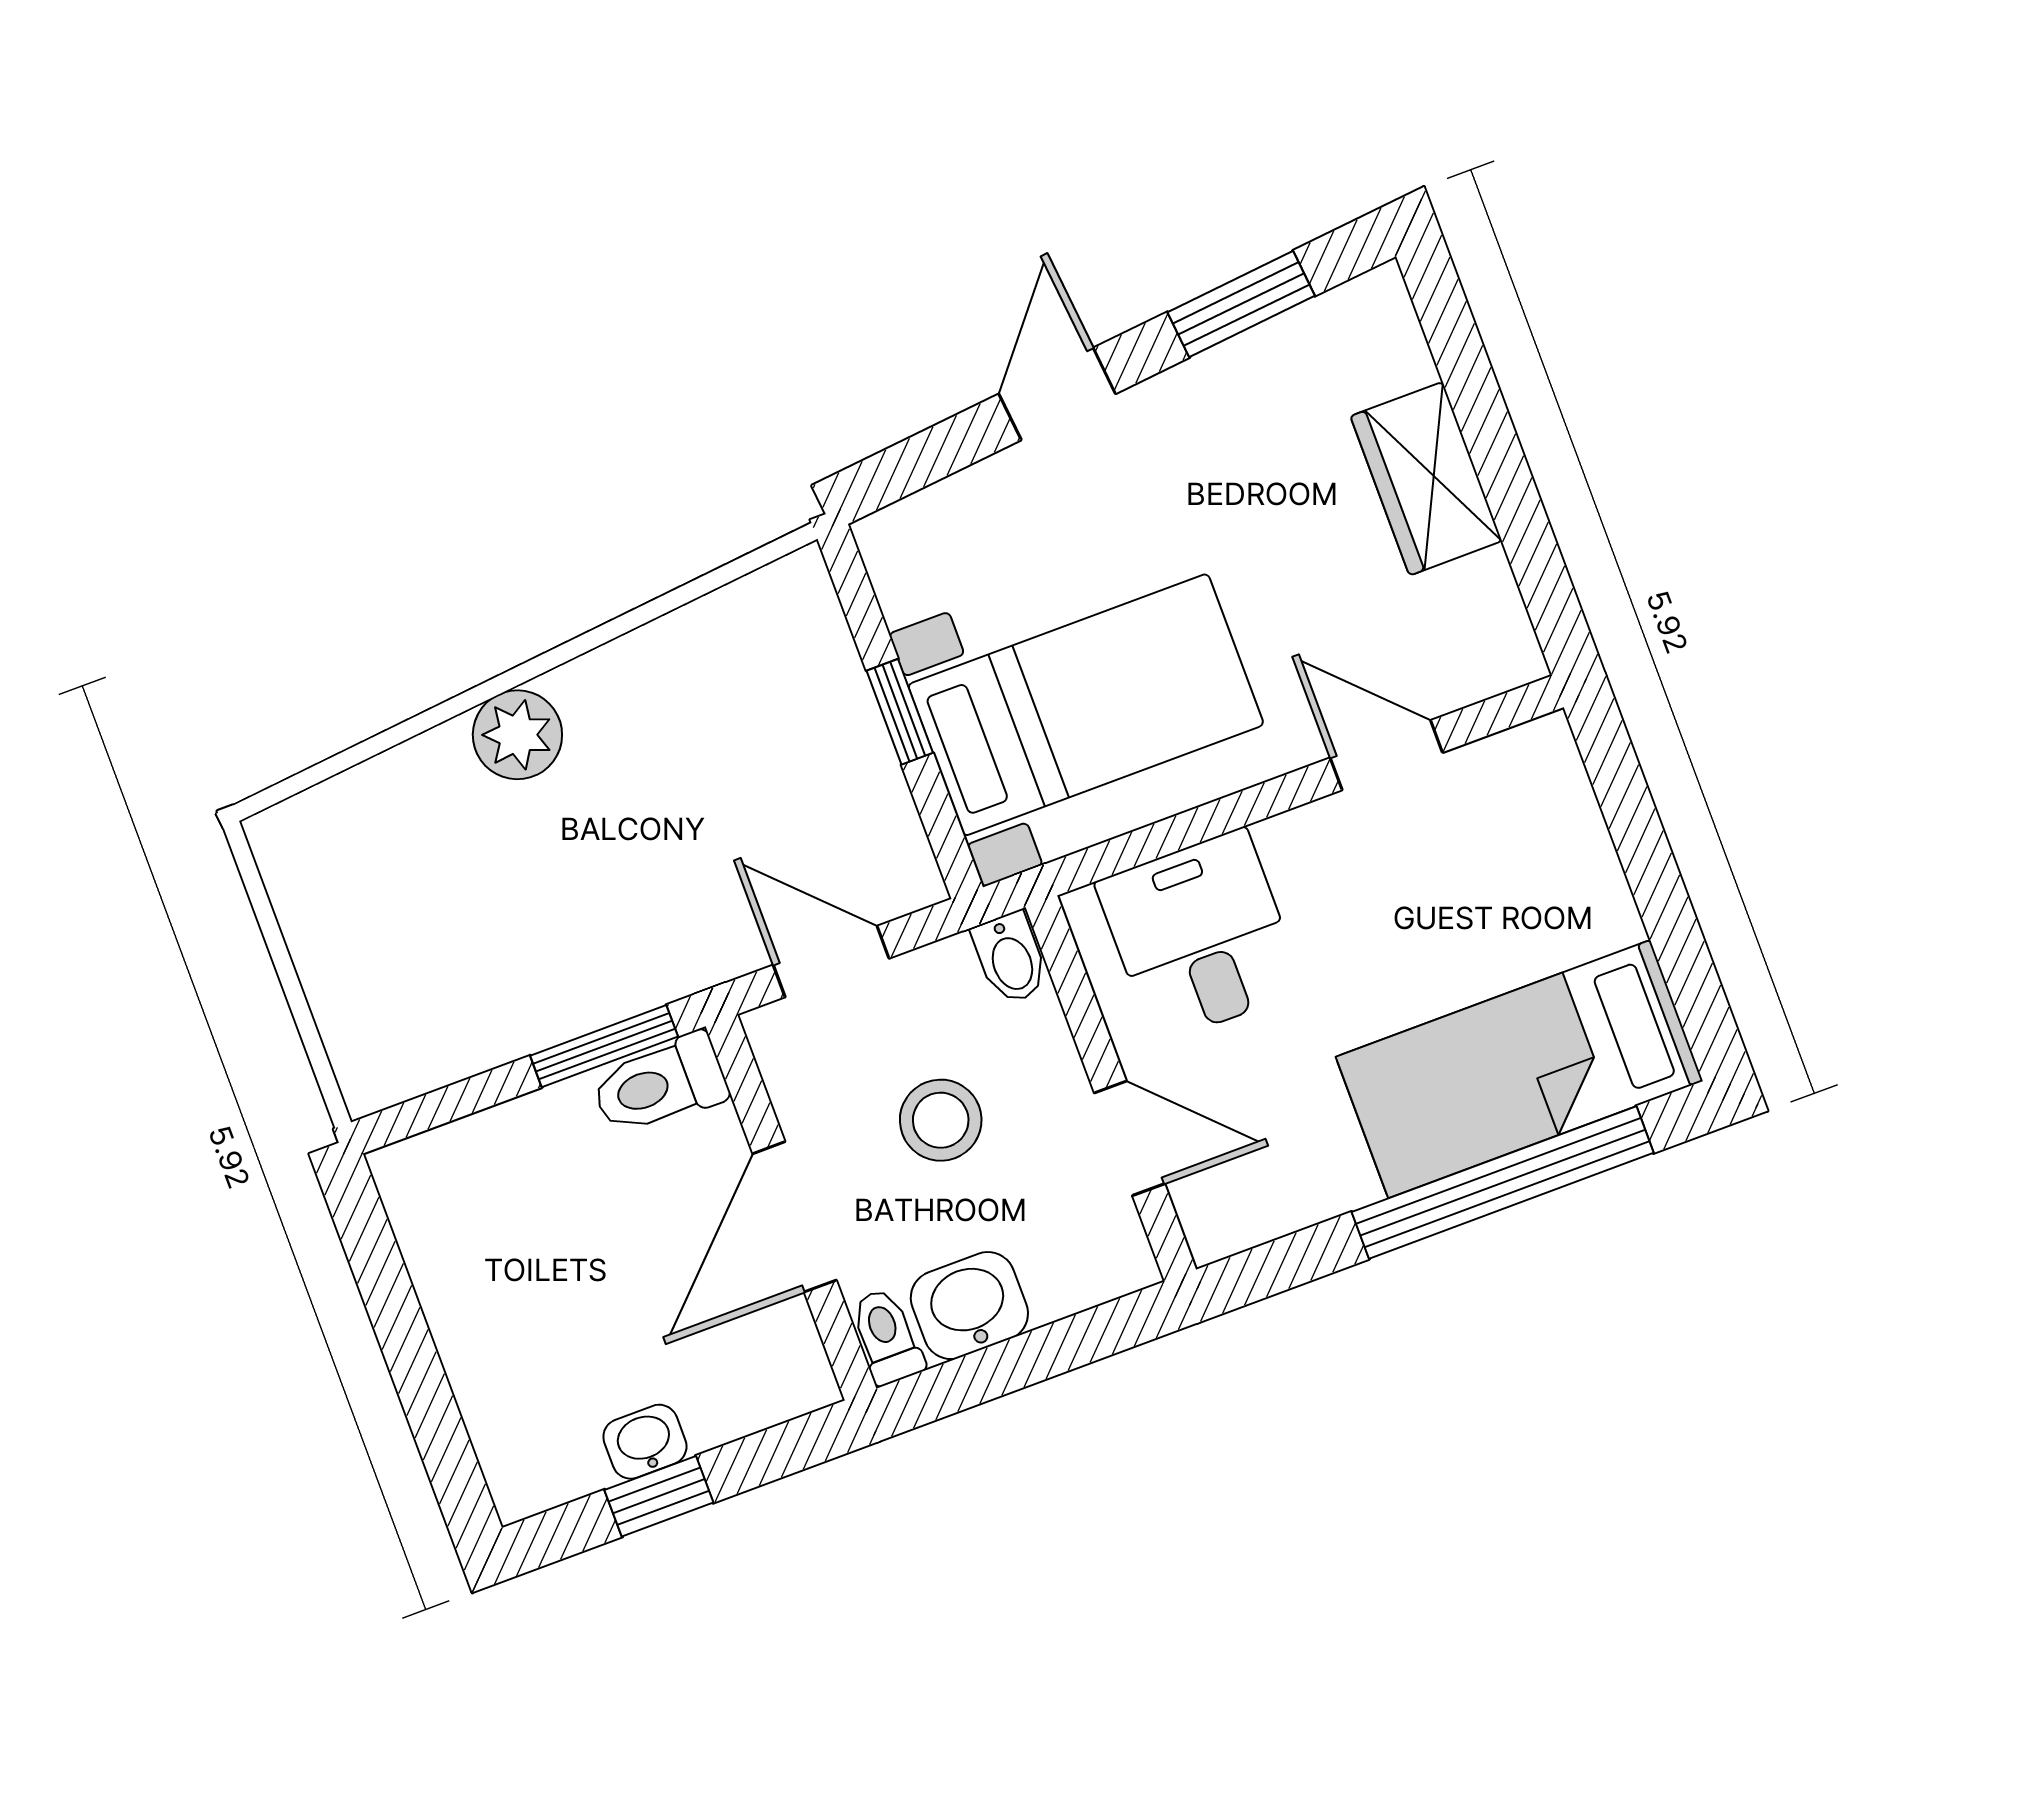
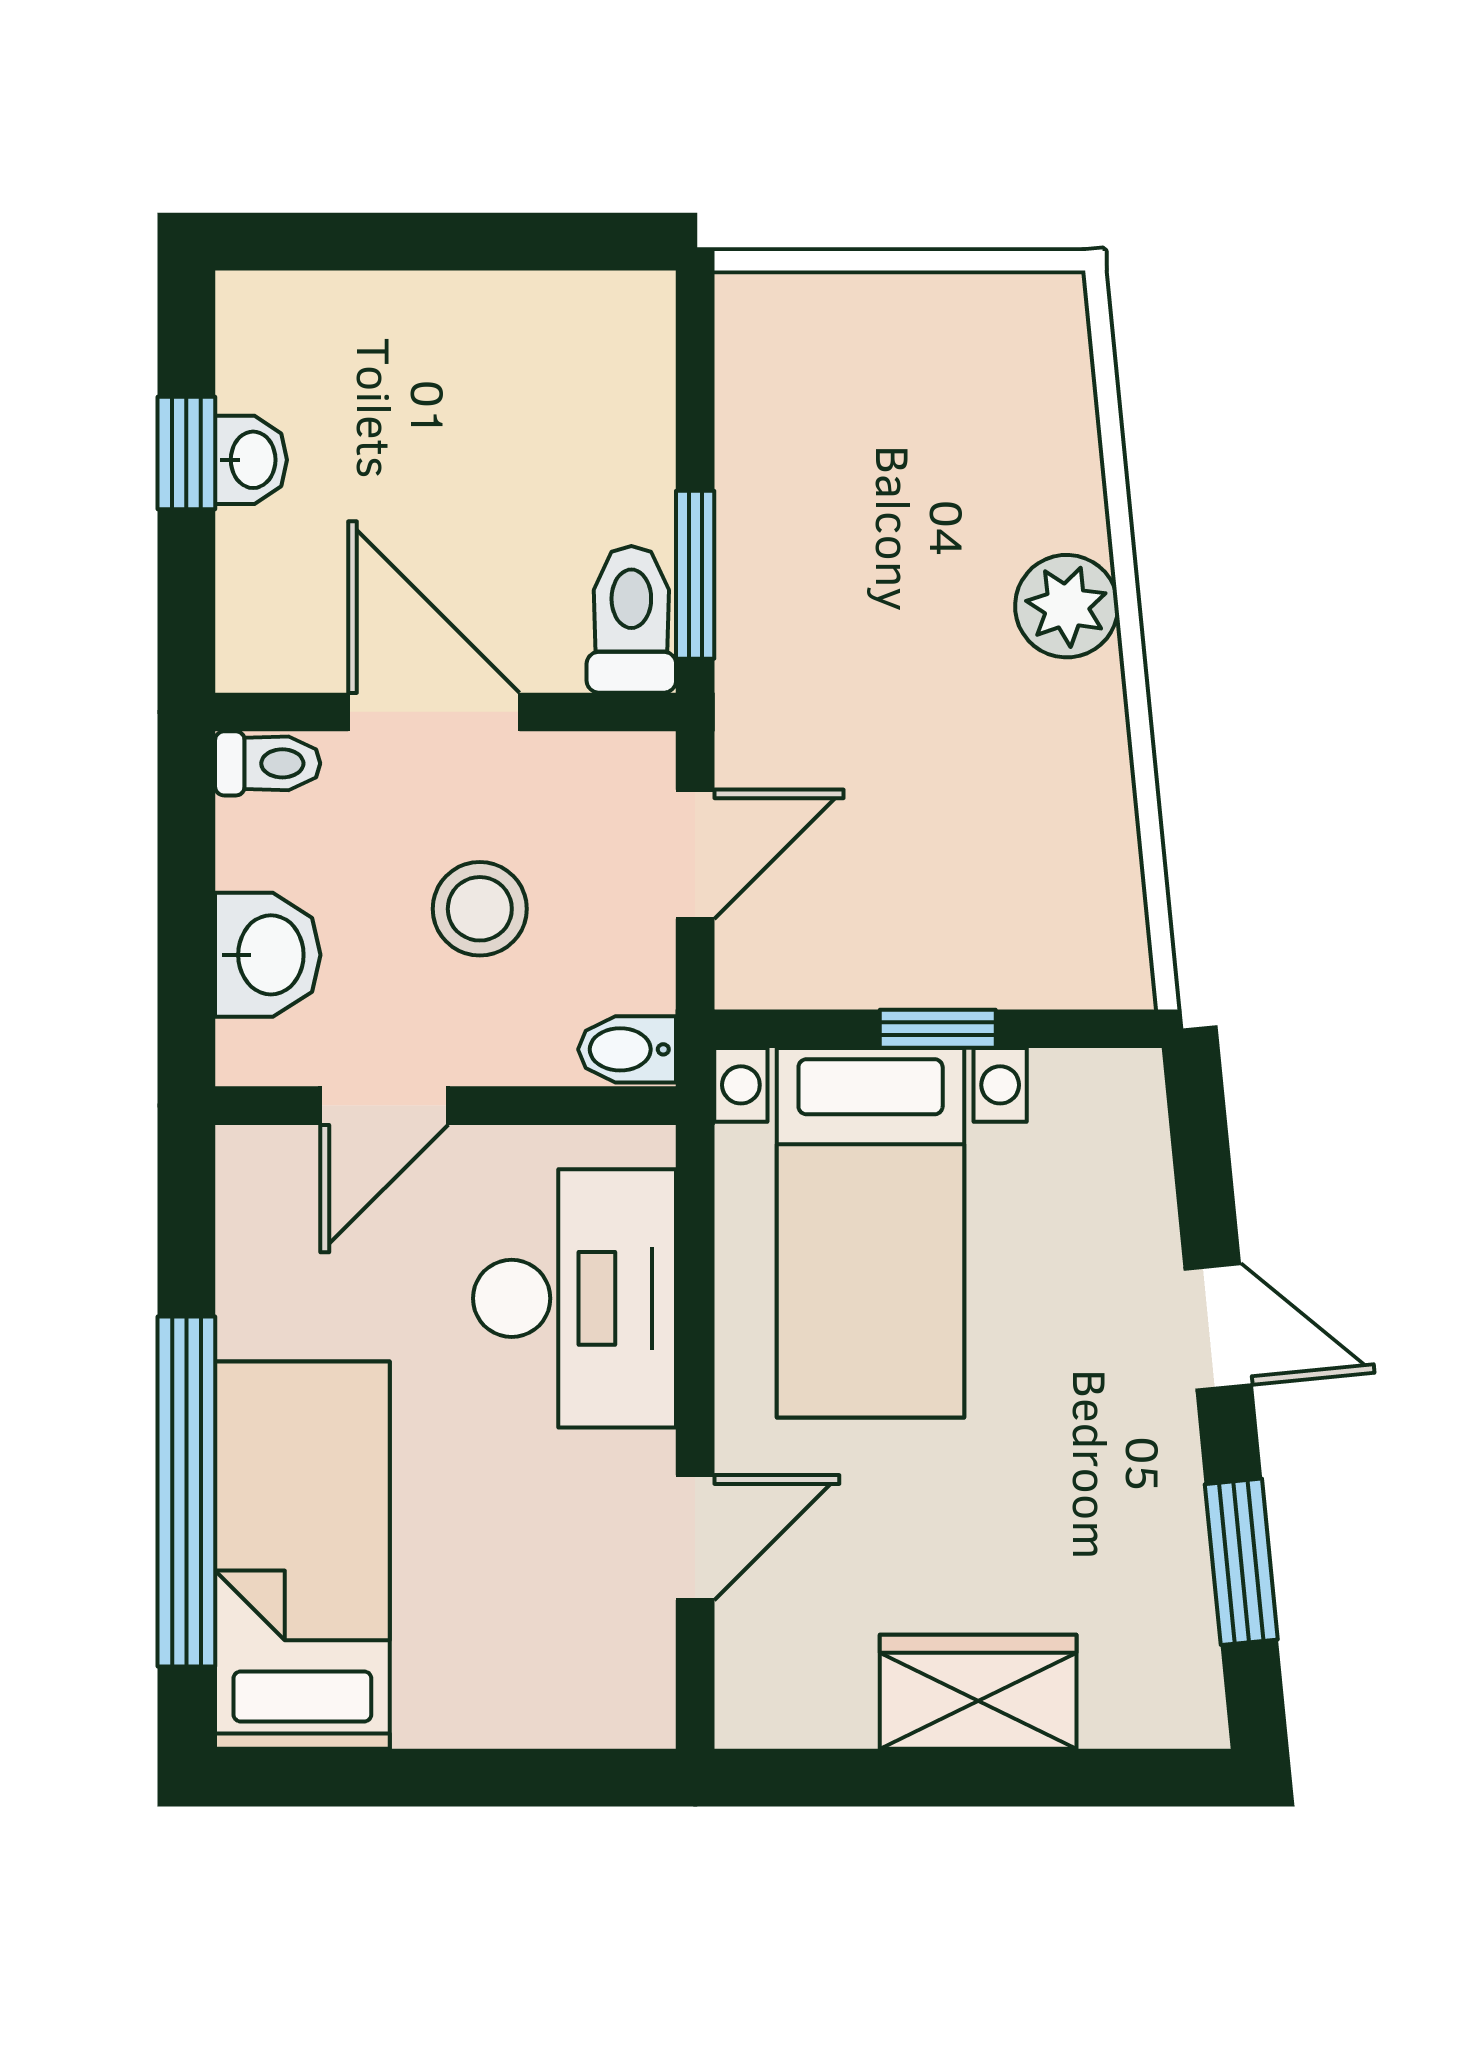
desk: (1200, 936) -> (575, 1298), width x1.37
washbasin: (969, 1306) -> (268, 955), moved

